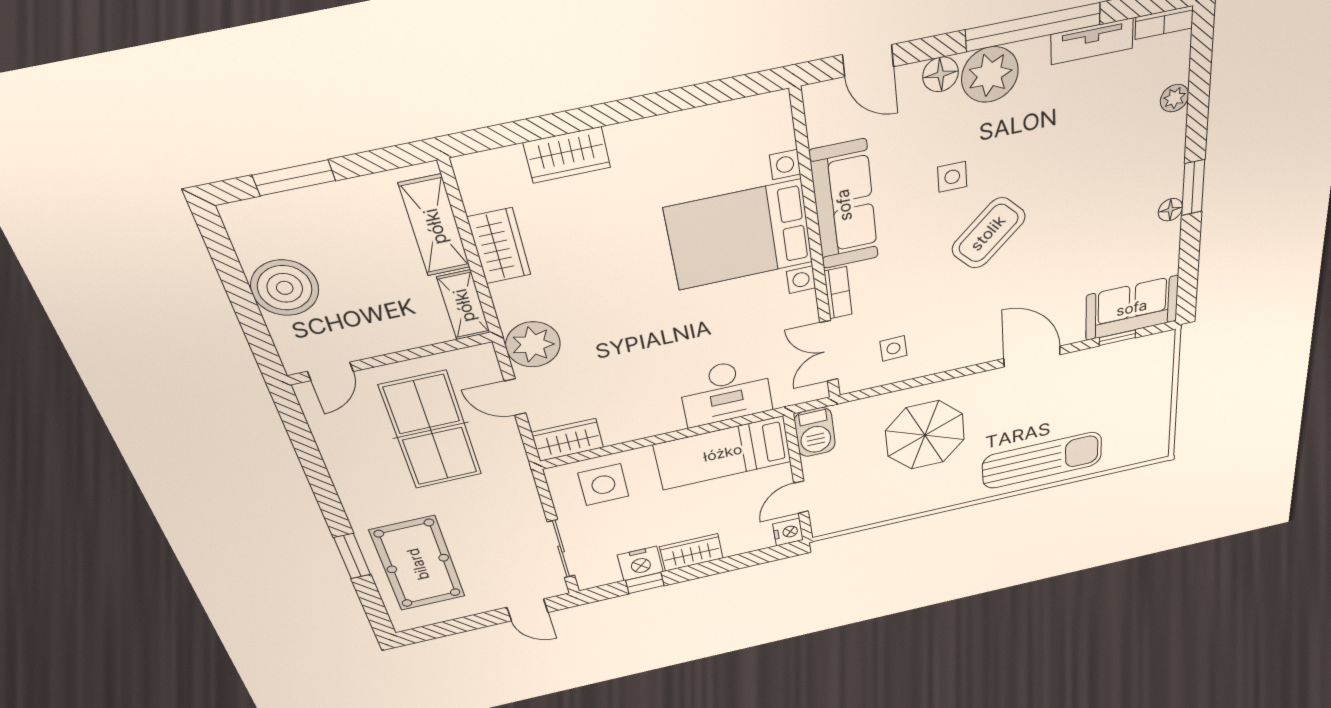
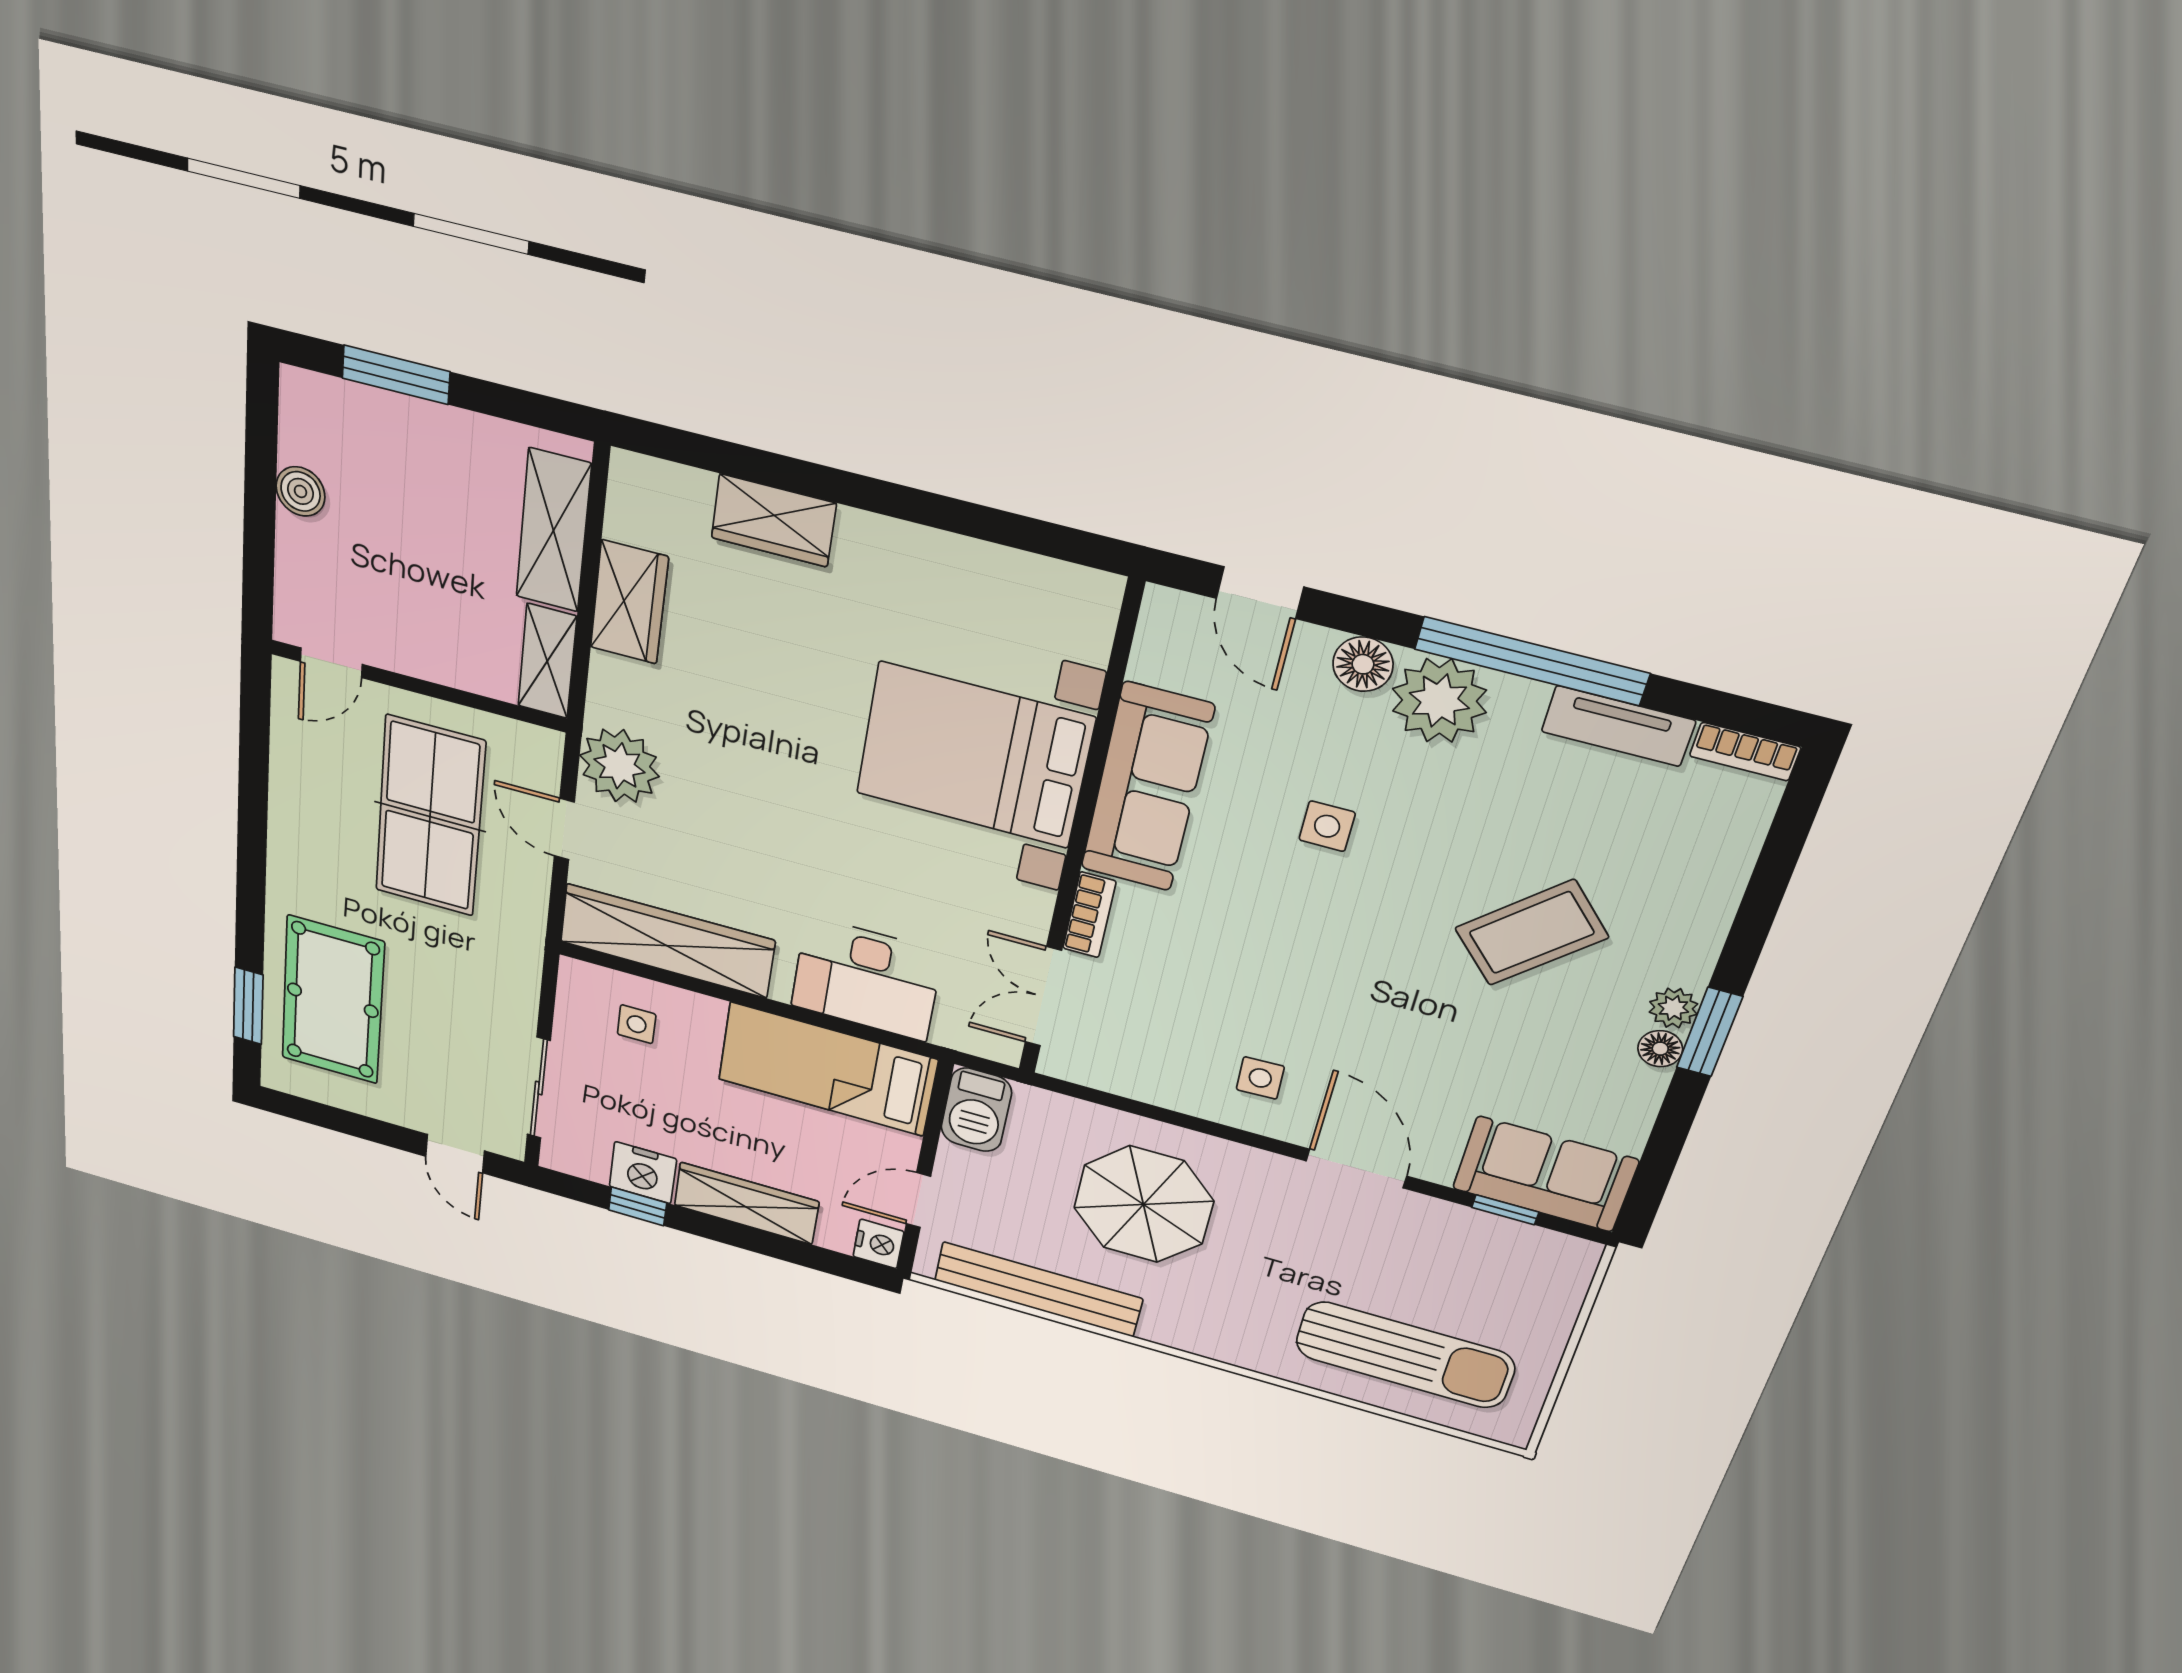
plant: (1174, 98) -> (1673, 1008), moved
coffee table: (988, 233) -> (1532, 933), moved
boiler: (285, 288) -> (301, 491), width x0.54, depth x0.54
side table: (893, 348) -> (1260, 1078), moved
wardrobe: (568, 440) -> (667, 941), width x2.10, depth x1.17
sun lounger: (1042, 460) -> (1405, 1355), moved
side table: (603, 485) -> (637, 1024), width x0.54, depth x0.54
bench: (884, 510) -> (1038, 1289), added
wardrobe: (691, 552) -> (746, 1203), width x1.50
window: (352, 556) -> (248, 1006), moved

